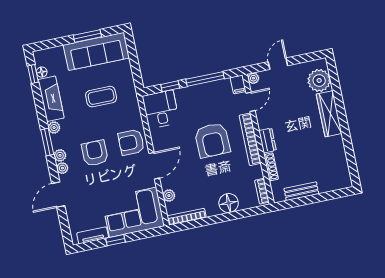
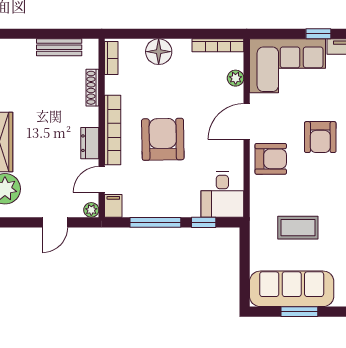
dresser: (268, 141) -> (90, 143), moved
armchair: (95, 153) -> (320, 137), moved

